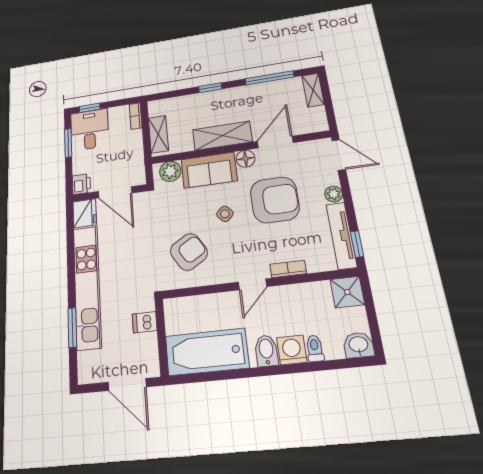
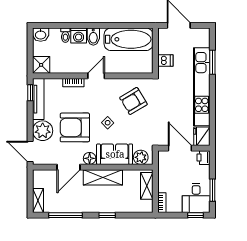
plant: (334, 194) -> (43, 131), width x1.88, depth x1.88

